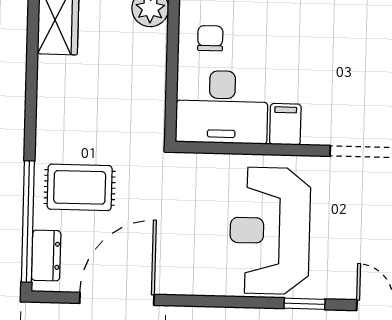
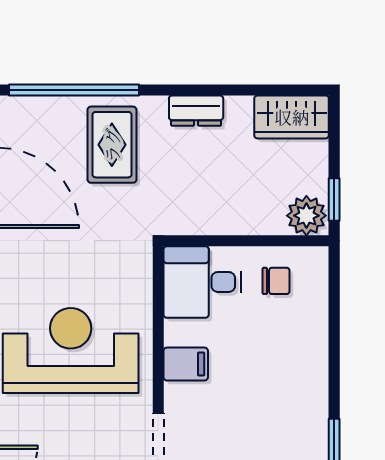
desk: (222, 107) -> (202, 282), width x0.73
dresser: (46, 256) -> (196, 111), moved

